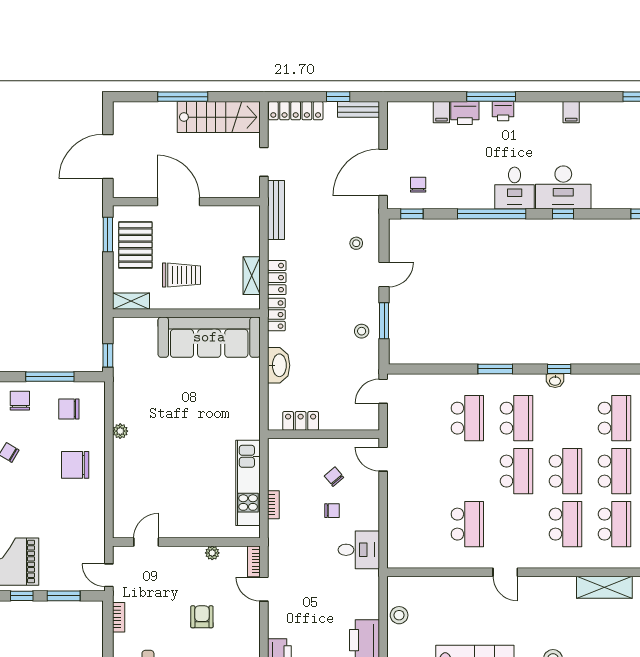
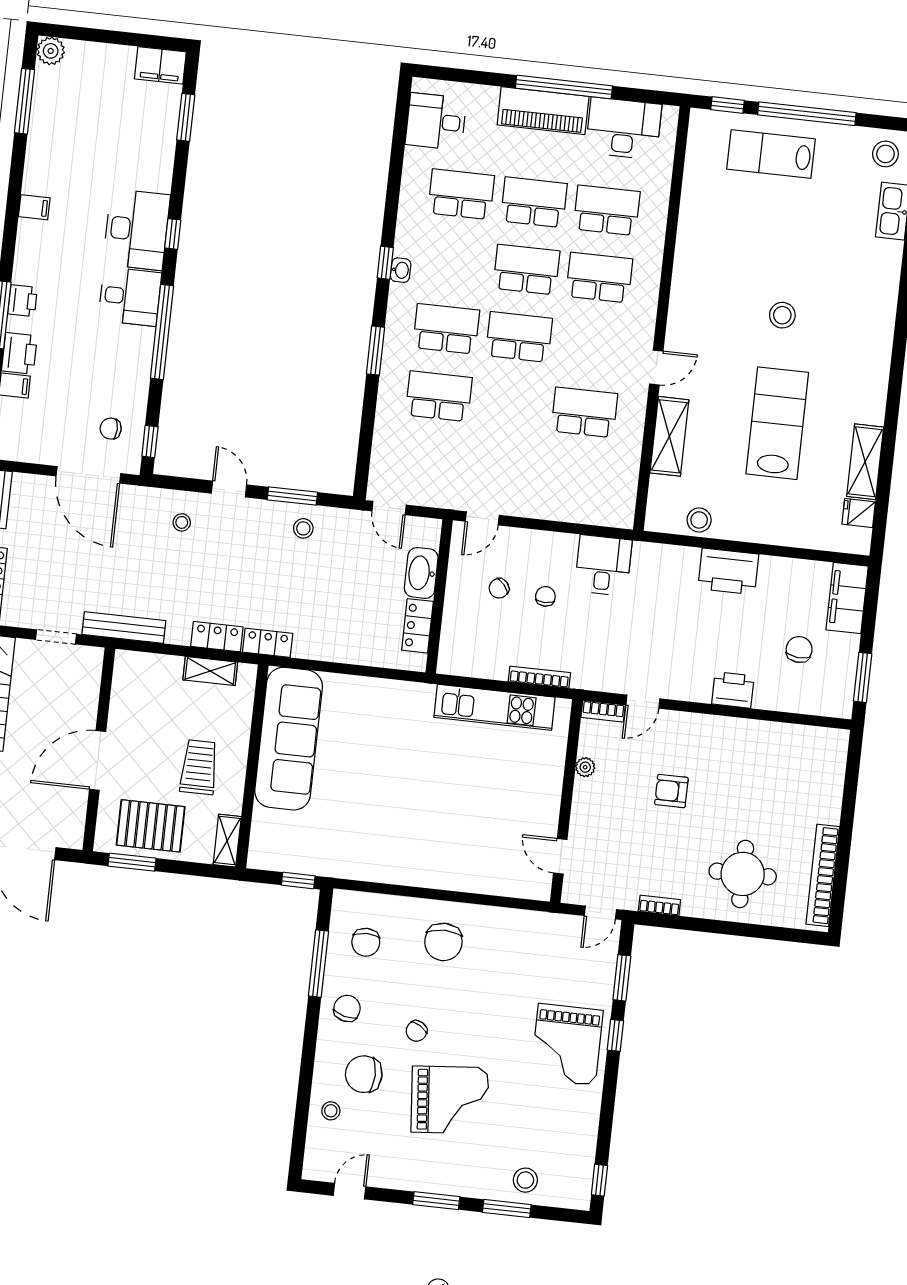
washbasin: (279, 365) -> (421, 573), moved, turned -90
chair: (20, 401) -> (347, 1008), turned 104
plant: (120, 431) -> (404, 875), removed
bookcase: (273, 505) -> (539, 677), width x1.56
shelving: (604, 587) -> (669, 436), moved

